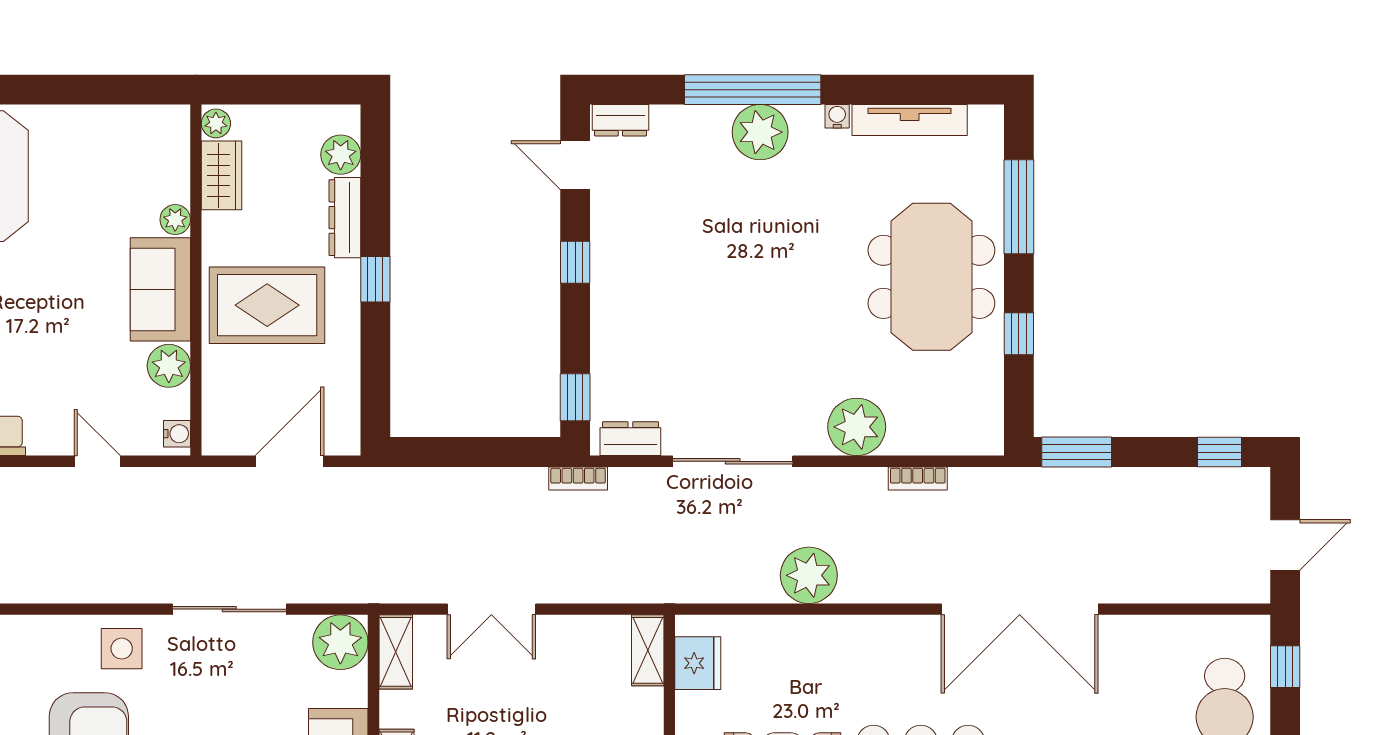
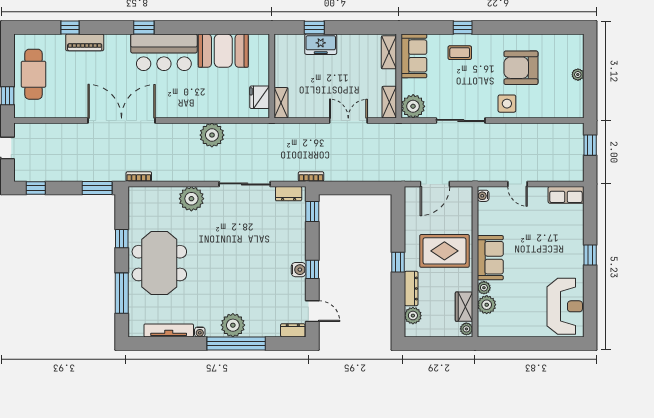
water cooler: (607, 262) -> (299, 270), added
plant: (169, 366) -> (487, 305), moved
bookcase: (918, 479) -> (139, 177), moved

